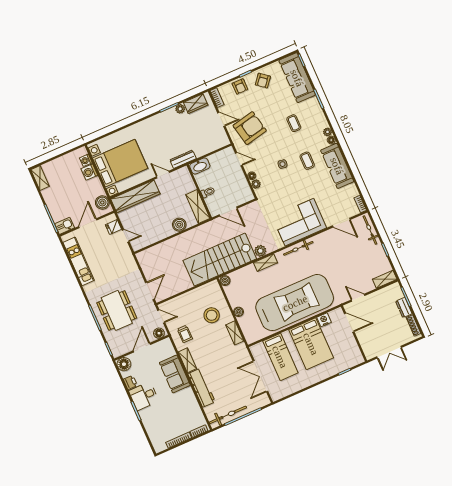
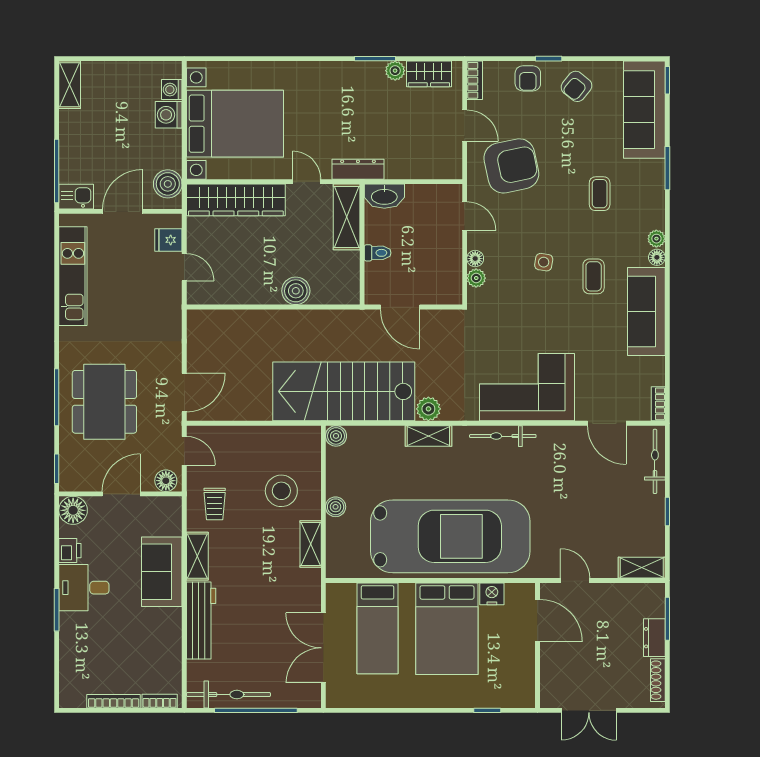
shelving: (198, 206) -> (347, 217), moved

